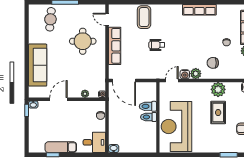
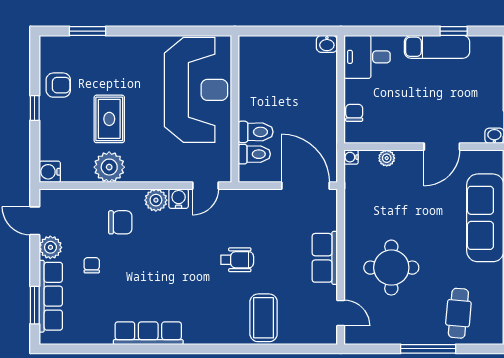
row of seats: (115, 46) -> (325, 258), width x0.68
toilet: (149, 117) -> (254, 154), moved

